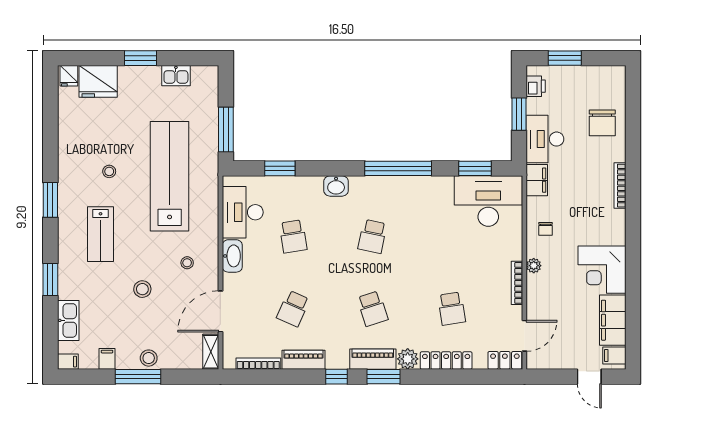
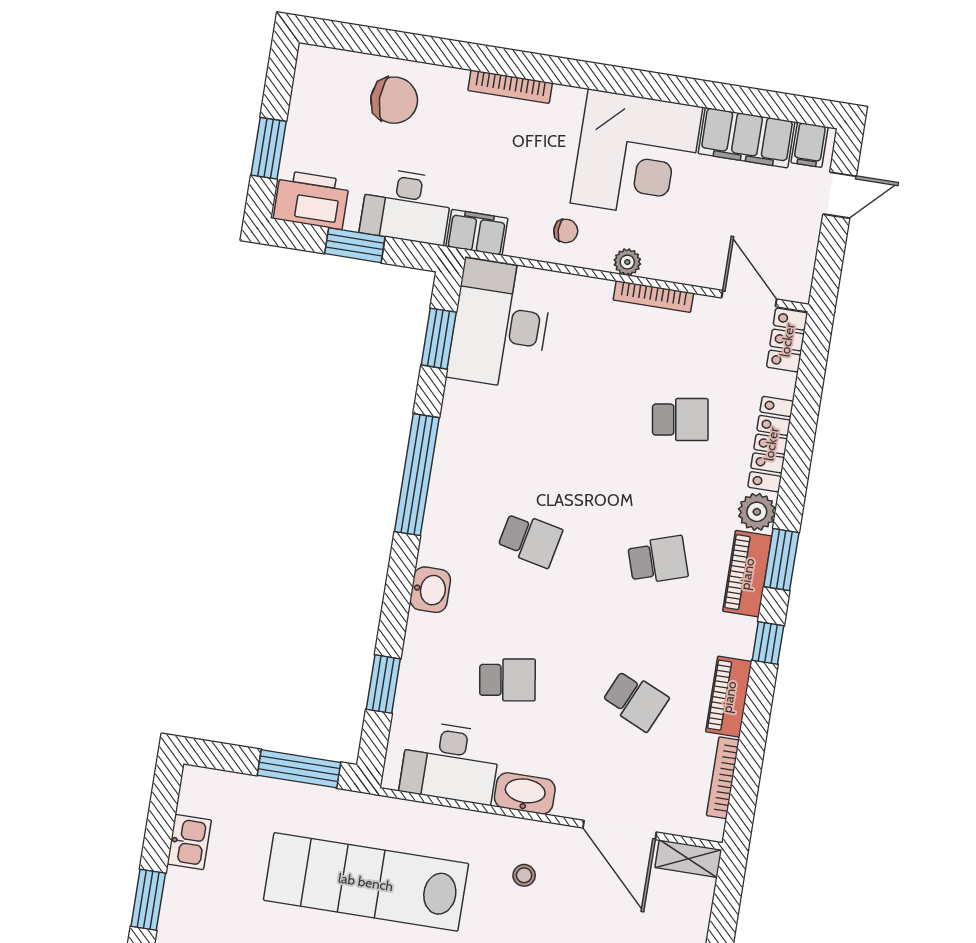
printer: (536, 86) -> (311, 200), width x1.87, depth x1.48
corner desk: (602, 270) -> (636, 155), width x1.36, depth x1.36

